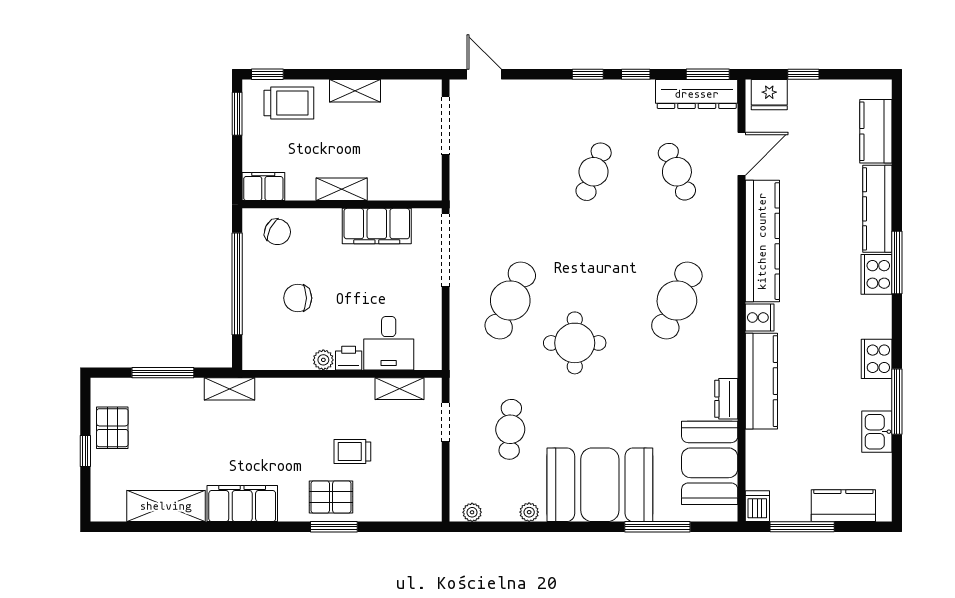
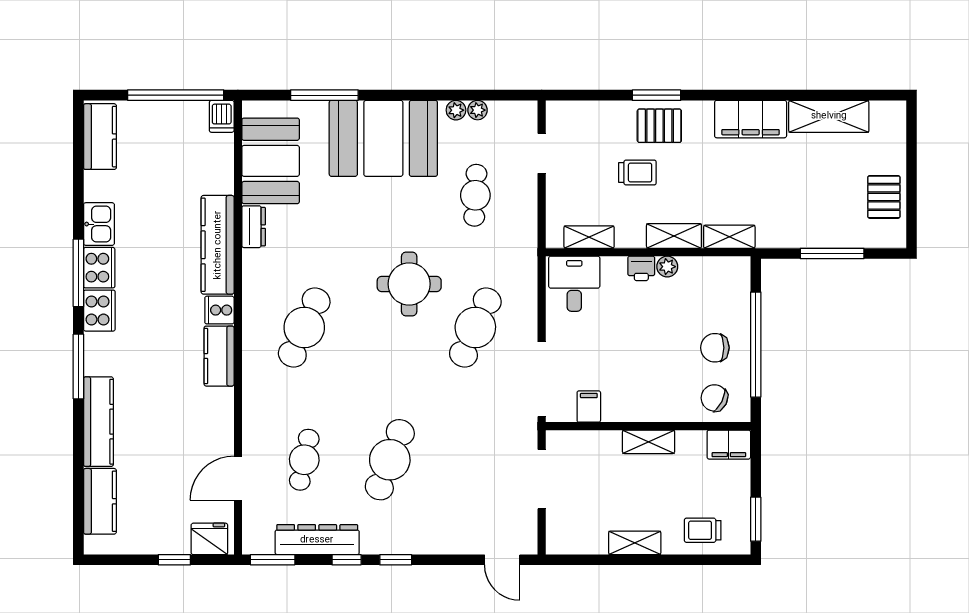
window: (267, 74) -> (725, 560), removed
dresser: (697, 94) -> (317, 540), moved
trolley: (289, 103) -> (703, 530), width x0.73, depth x0.72
doorway: (446, 126) -> (542, 479), moved
cafe table: (594, 172) -> (390, 460), width x1.37, depth x1.35
cafe table: (677, 172) -> (304, 460), turned 36
filing cabinet: (377, 226) -> (589, 407), width x0.33, depth x0.86
kitchen counter: (762, 241) -> (219, 356), width x0.48, depth x0.86
cooker: (876, 274) -> (99, 311), moved
chair: (298, 298) -> (715, 348), moved, turned 180
desk: (389, 343) -> (574, 284), moved
shelving: (229, 389) -> (729, 237), moved
shelving: (317, 390) -> (674, 236), added
window: (897, 402) -> (78, 273), moved
doorway: (446, 422) -> (542, 153), moved
kitchen sink: (877, 432) -> (99, 224), moved
window: (85, 451) -> (912, 173), removed
kitchen counter: (843, 506) -> (100, 137), moved, turned -90
plant: (472, 512) -> (478, 110), moved
window: (802, 527) -> (176, 95), width x1.46

